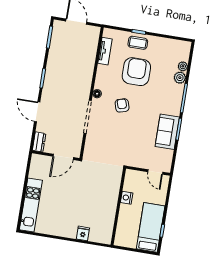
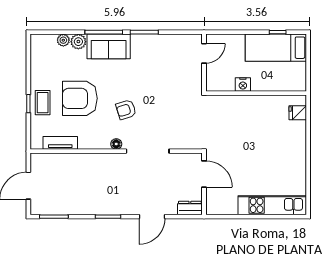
sofa: (167, 132) -> (109, 46), moved
fridge: (83, 233) -> (298, 113), moved

